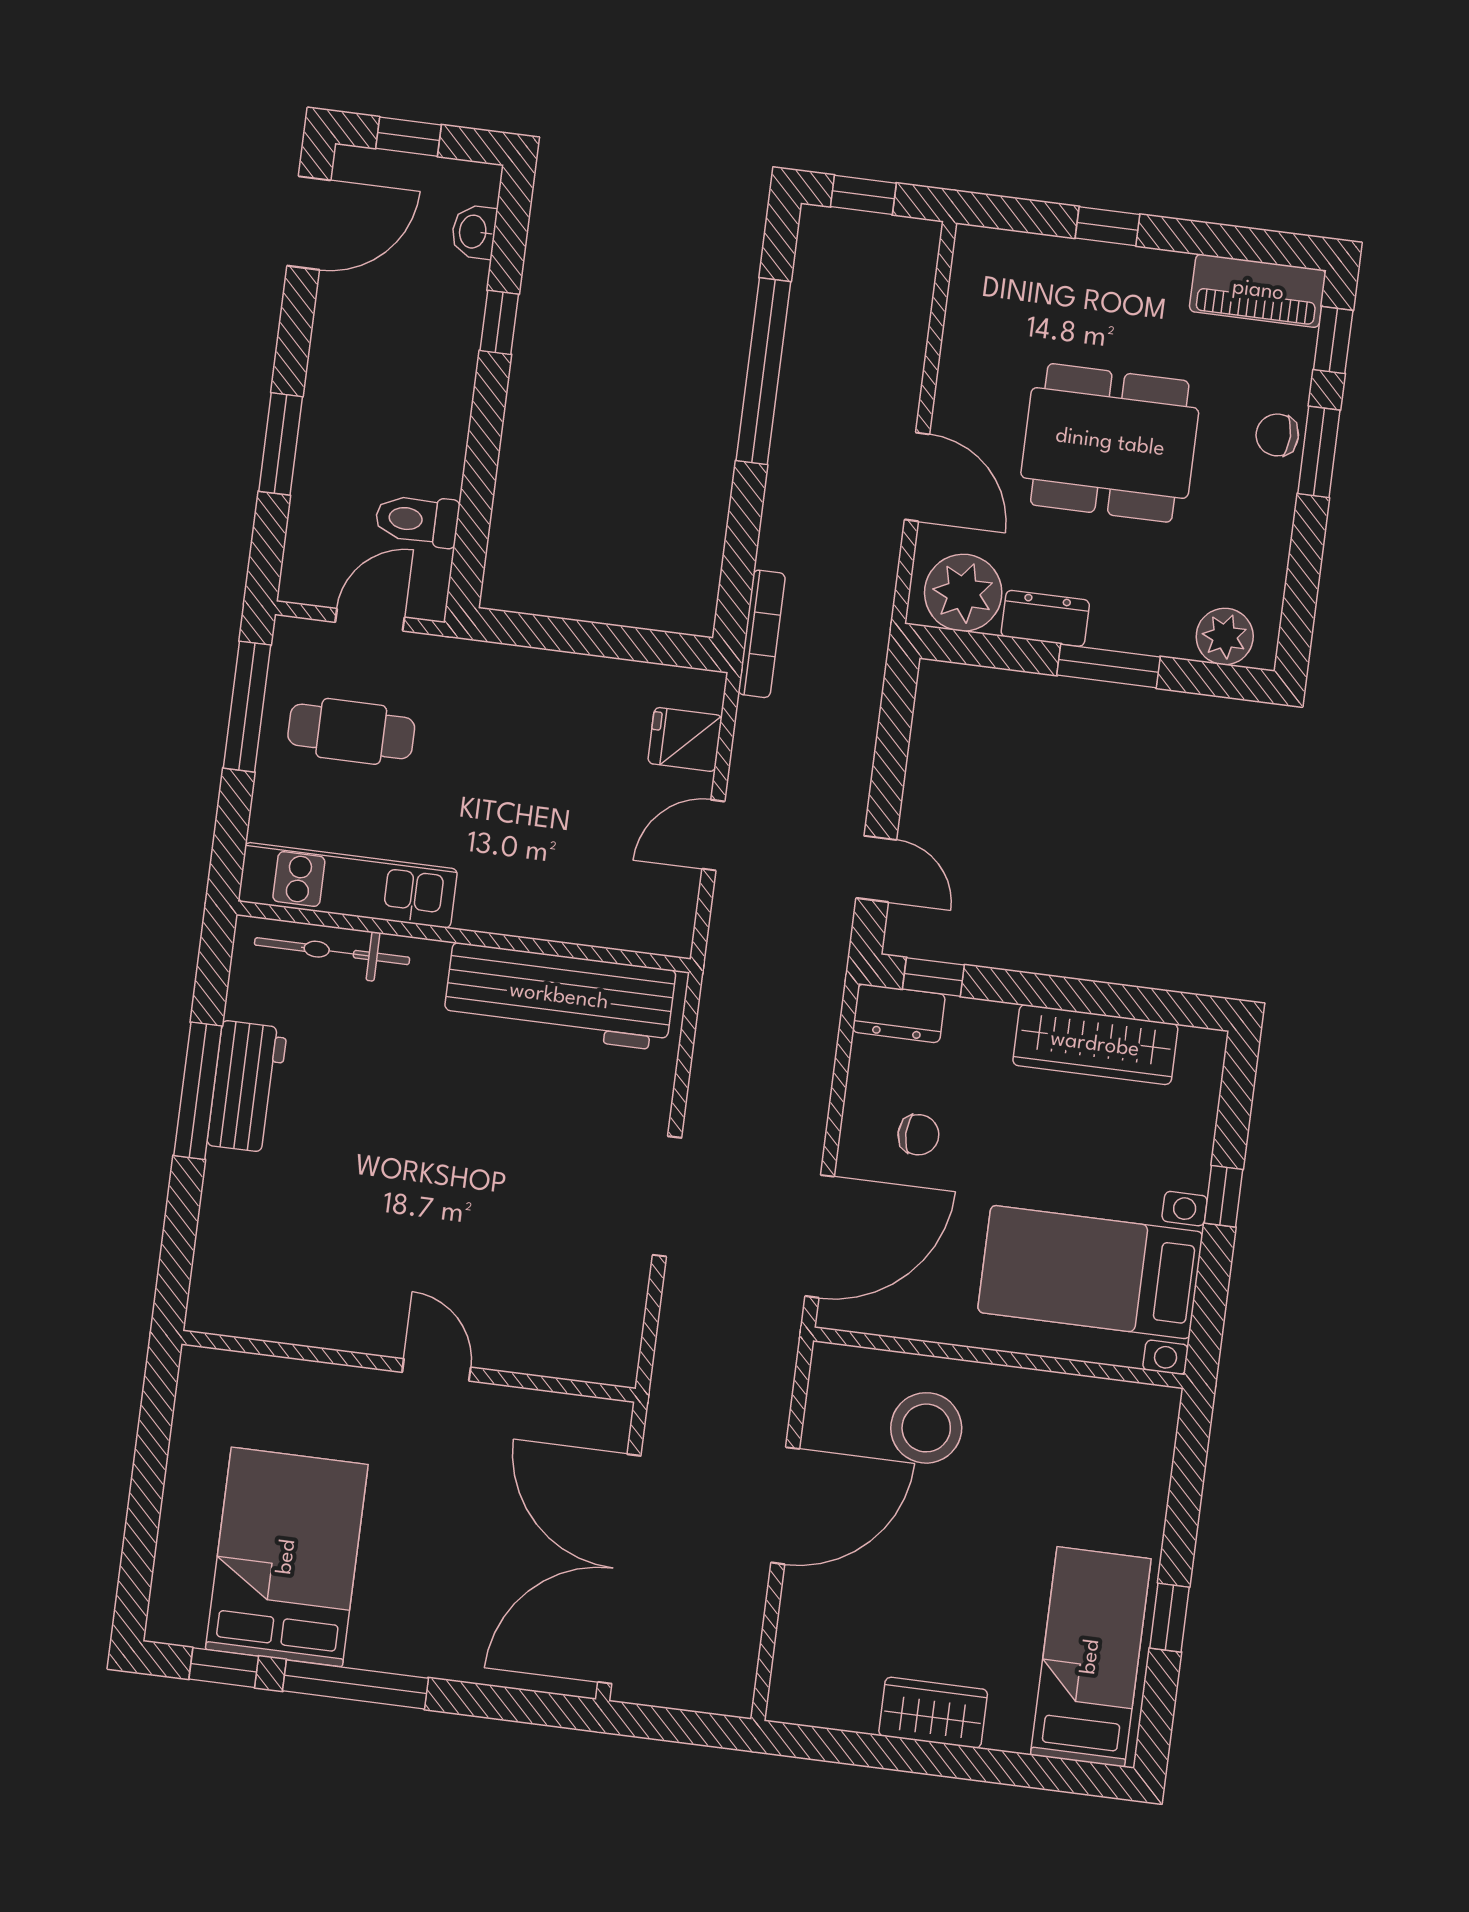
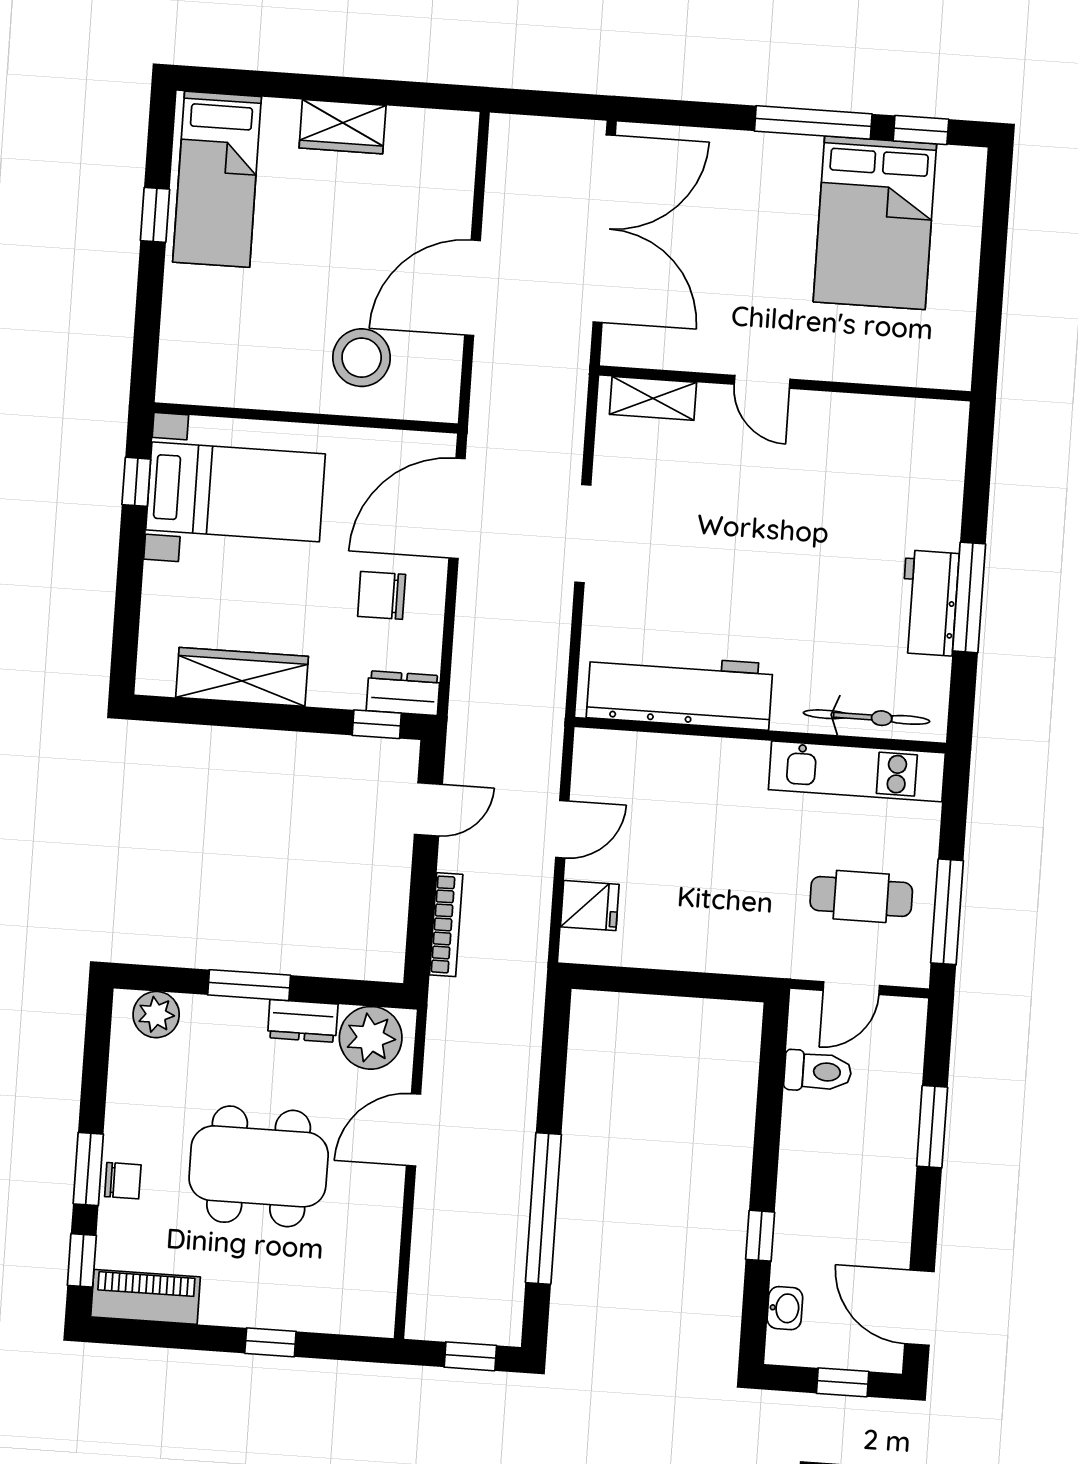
door: (309, 223) -> (919, 1308), hinge flipped
door: (917, 477) -> (414, 1130), hinge flipped
bookcase: (762, 634) -> (446, 925), moved, turned 180
door: (876, 869) -> (428, 809), swing flipped
chair: (918, 1135) -> (382, 595), width x1.37, depth x1.37
window: (1224, 1196) -> (136, 482), moved
shelving: (571, 1357) -> (653, 398), added

